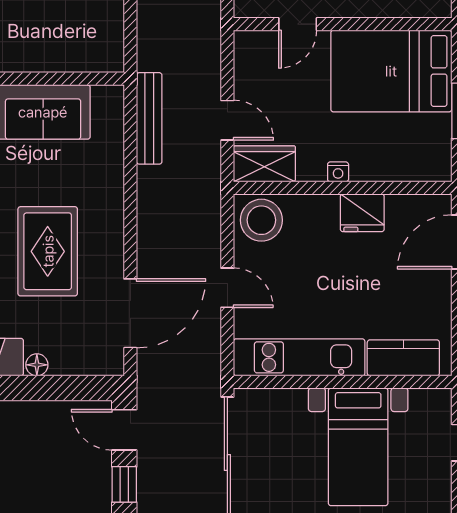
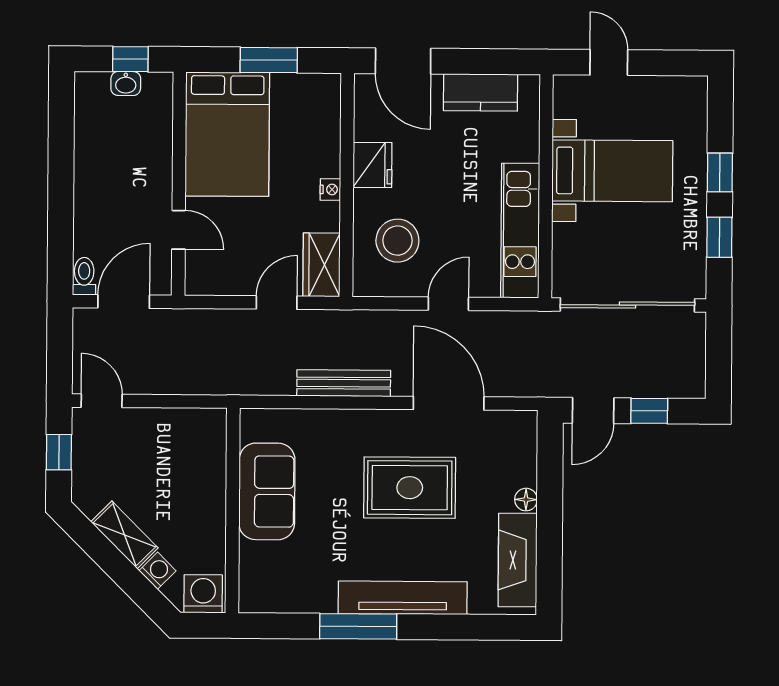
bench: (149, 118) -> (344, 383), moved
stool: (261, 220) -> (397, 241), moved
door: (130, 313) -> (449, 403), moved
kitchen counter: (403, 358) -> (481, 92), moved, turned -90

